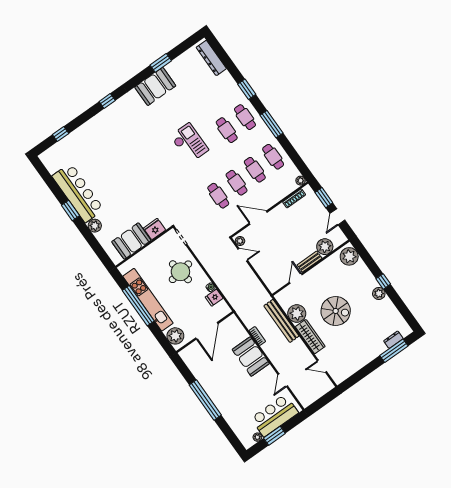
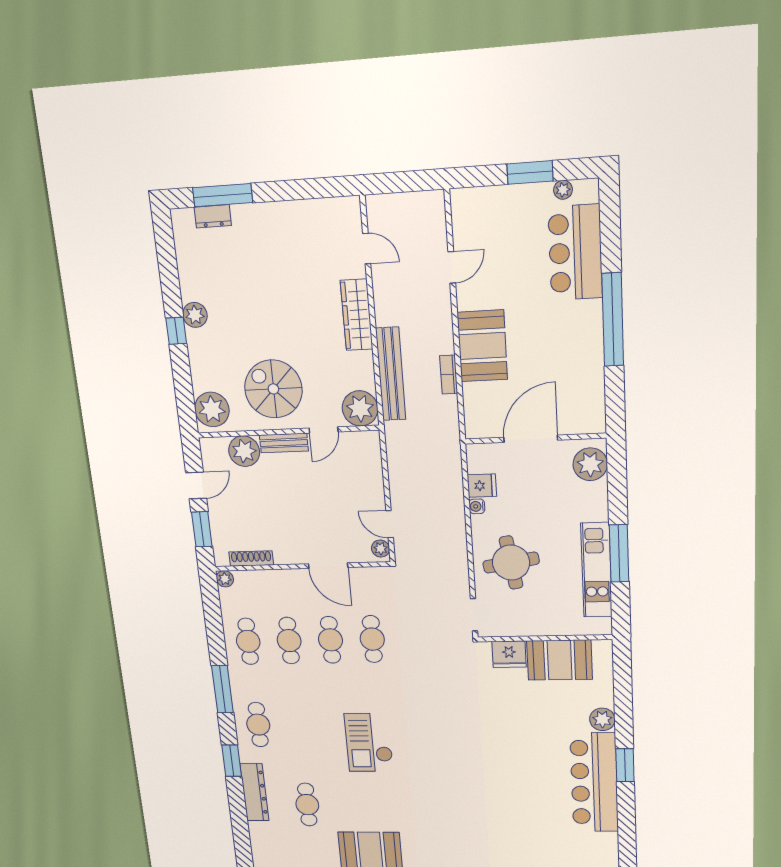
dresser: (211, 58) -> (254, 792), moved
cafe table: (227, 130) -> (307, 805), moved
kitchen unit: (148, 300) -> (596, 570), width x0.73
window: (138, 306) -> (619, 553), width x0.68
spiral stairs: (336, 311) -> (273, 389), moved
plant: (297, 313) -> (360, 408), moved
bar counter: (275, 416) -> (575, 253), moved, turned 90

